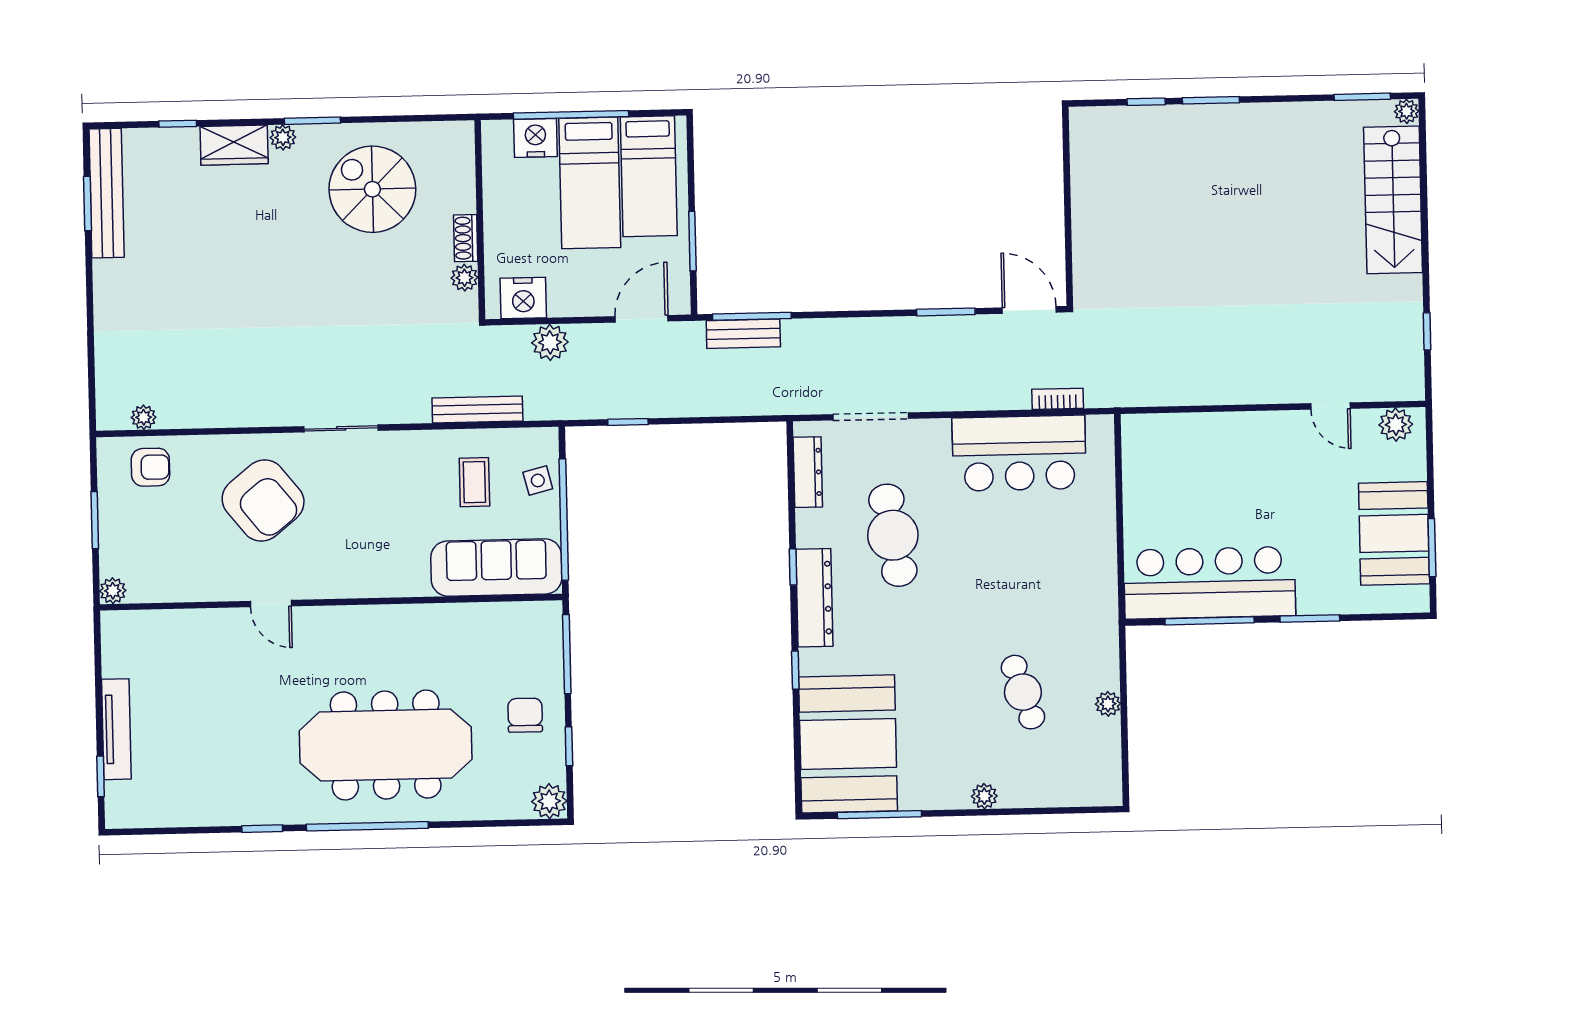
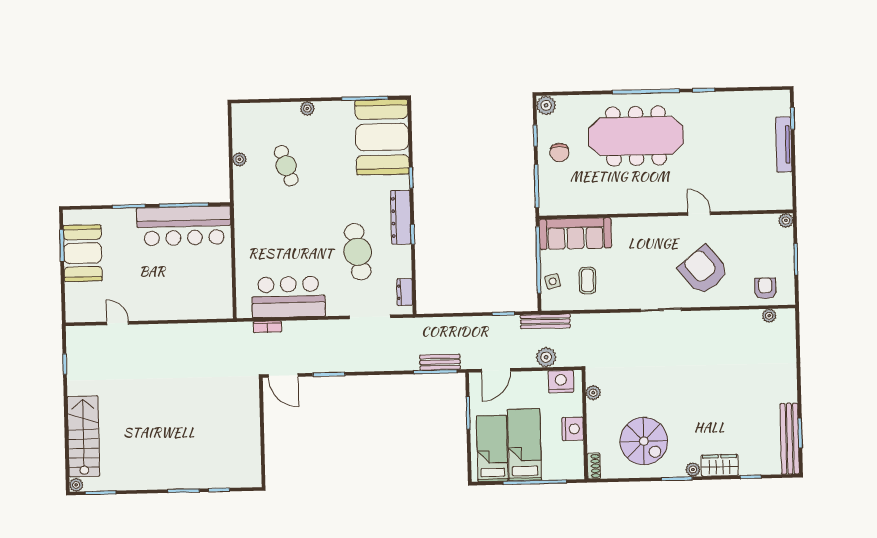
nightstand: (535, 138) -> (573, 429), moved, turned -90
shoe rack: (466, 238) -> (594, 466), moved
bench: (477, 410) -> (545, 321), moved
plant: (1396, 425) -> (82, 313), removed
armchair: (150, 467) -> (765, 288), turned 90
dresser: (808, 472) -> (405, 292), width x0.70

